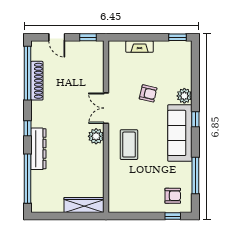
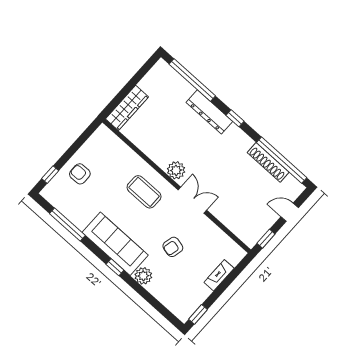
armchair: (173, 196) -> (80, 174), moved, turned 90

